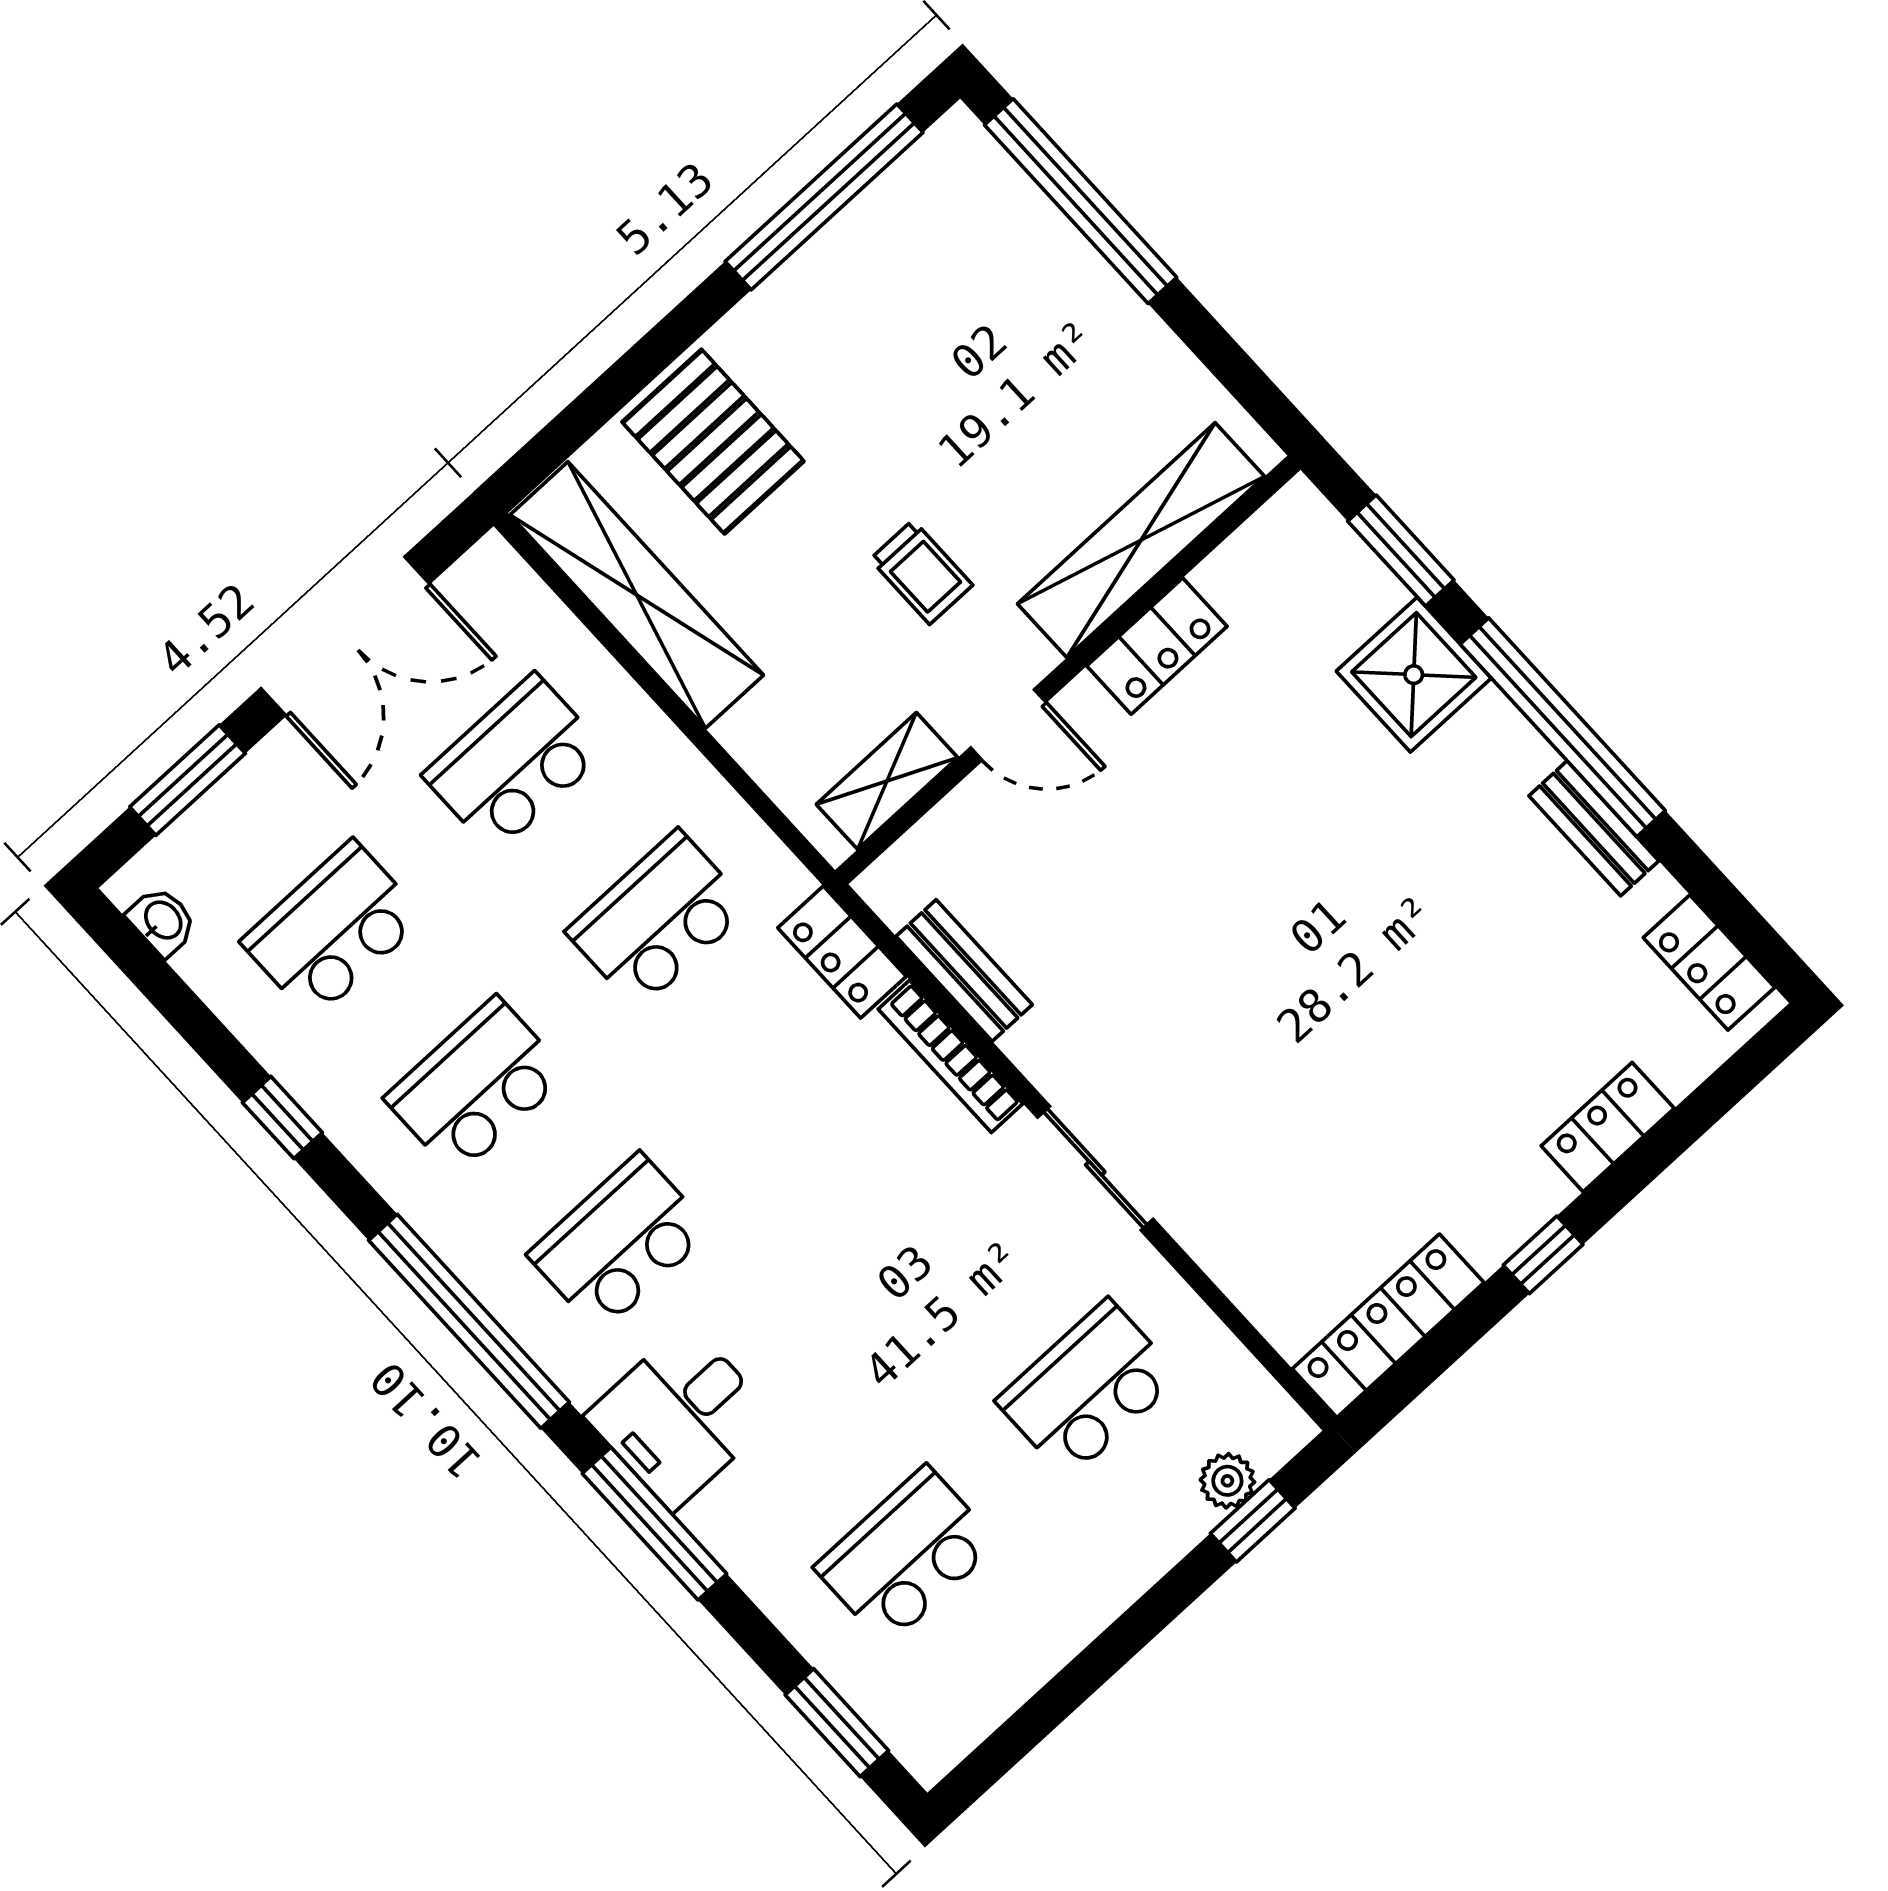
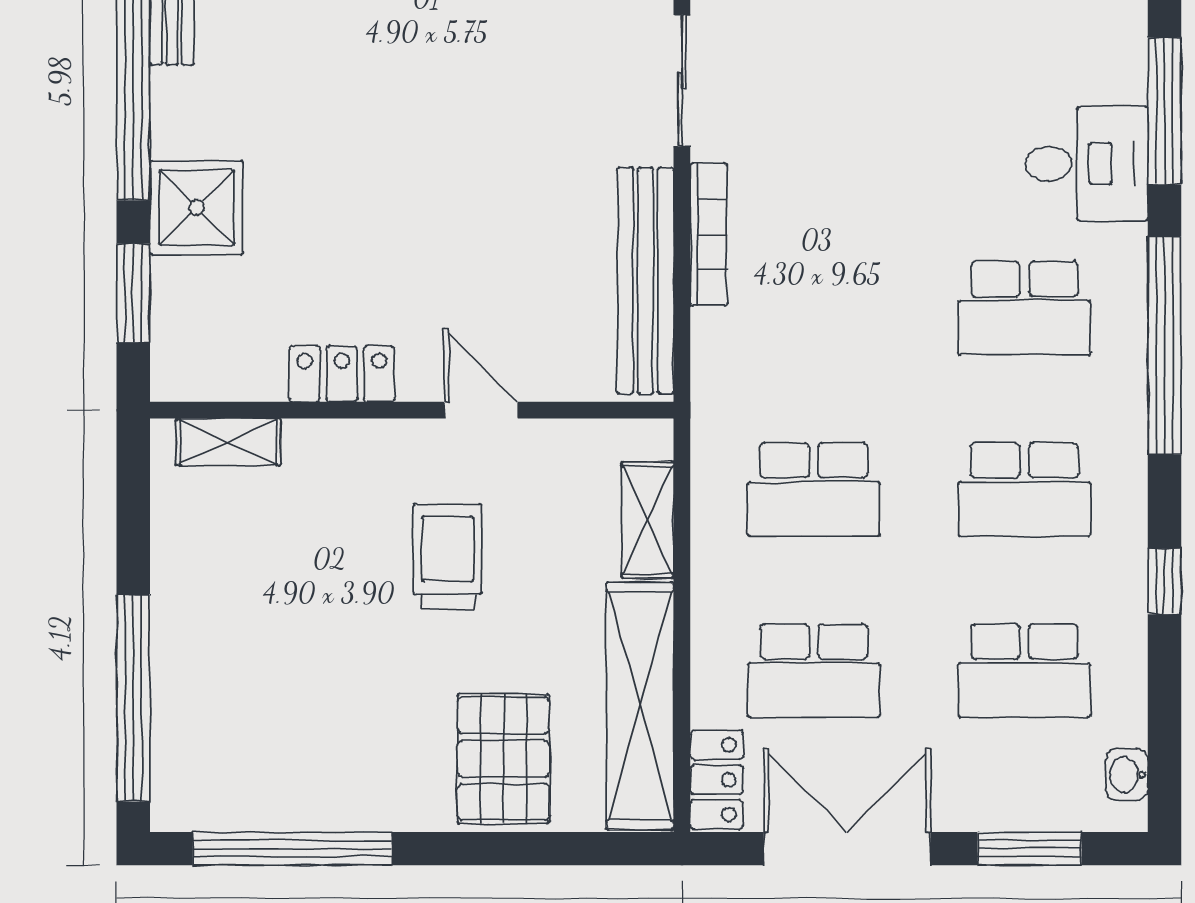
shelving: (1141, 540) -> (228, 442), width x0.45, depth x0.75
trolley: (921, 572) -> (448, 556), width x1.36, depth x1.39
shelving: (887, 781) -> (648, 520), moved, turned 90
locker: (842, 952) -> (717, 780), moved
bench: (964, 970) -> (645, 281), width x1.86, depth x1.21

